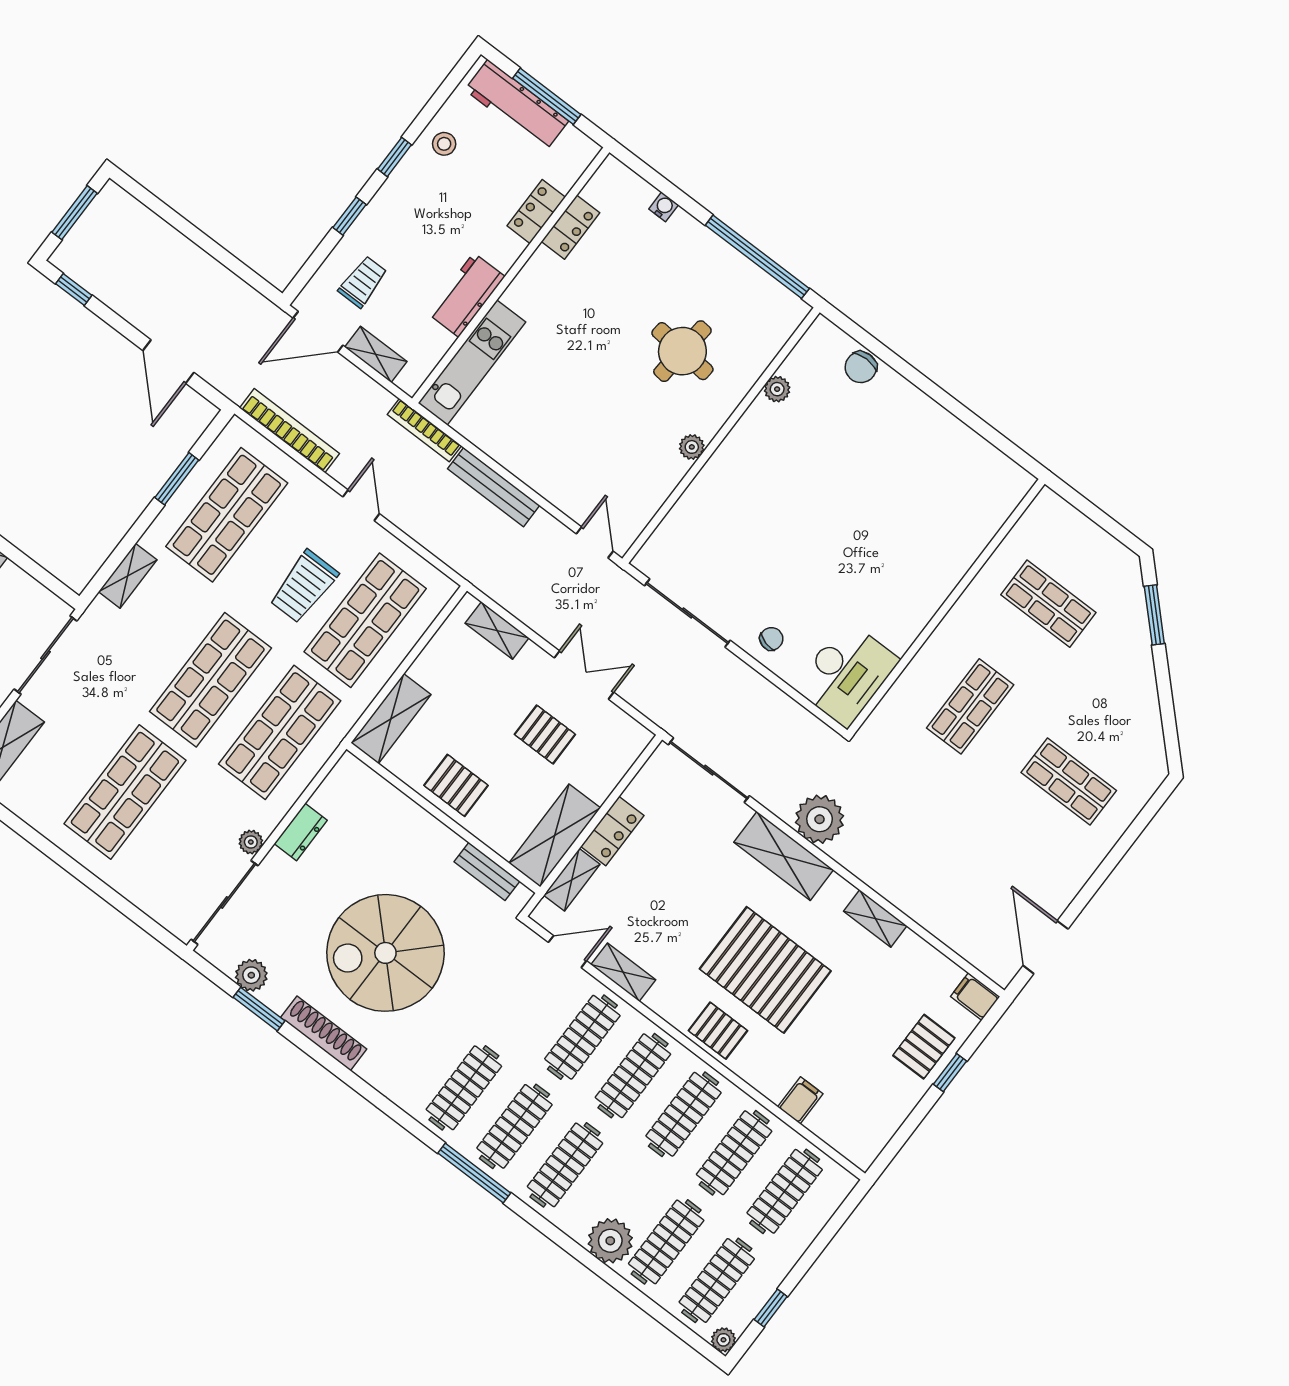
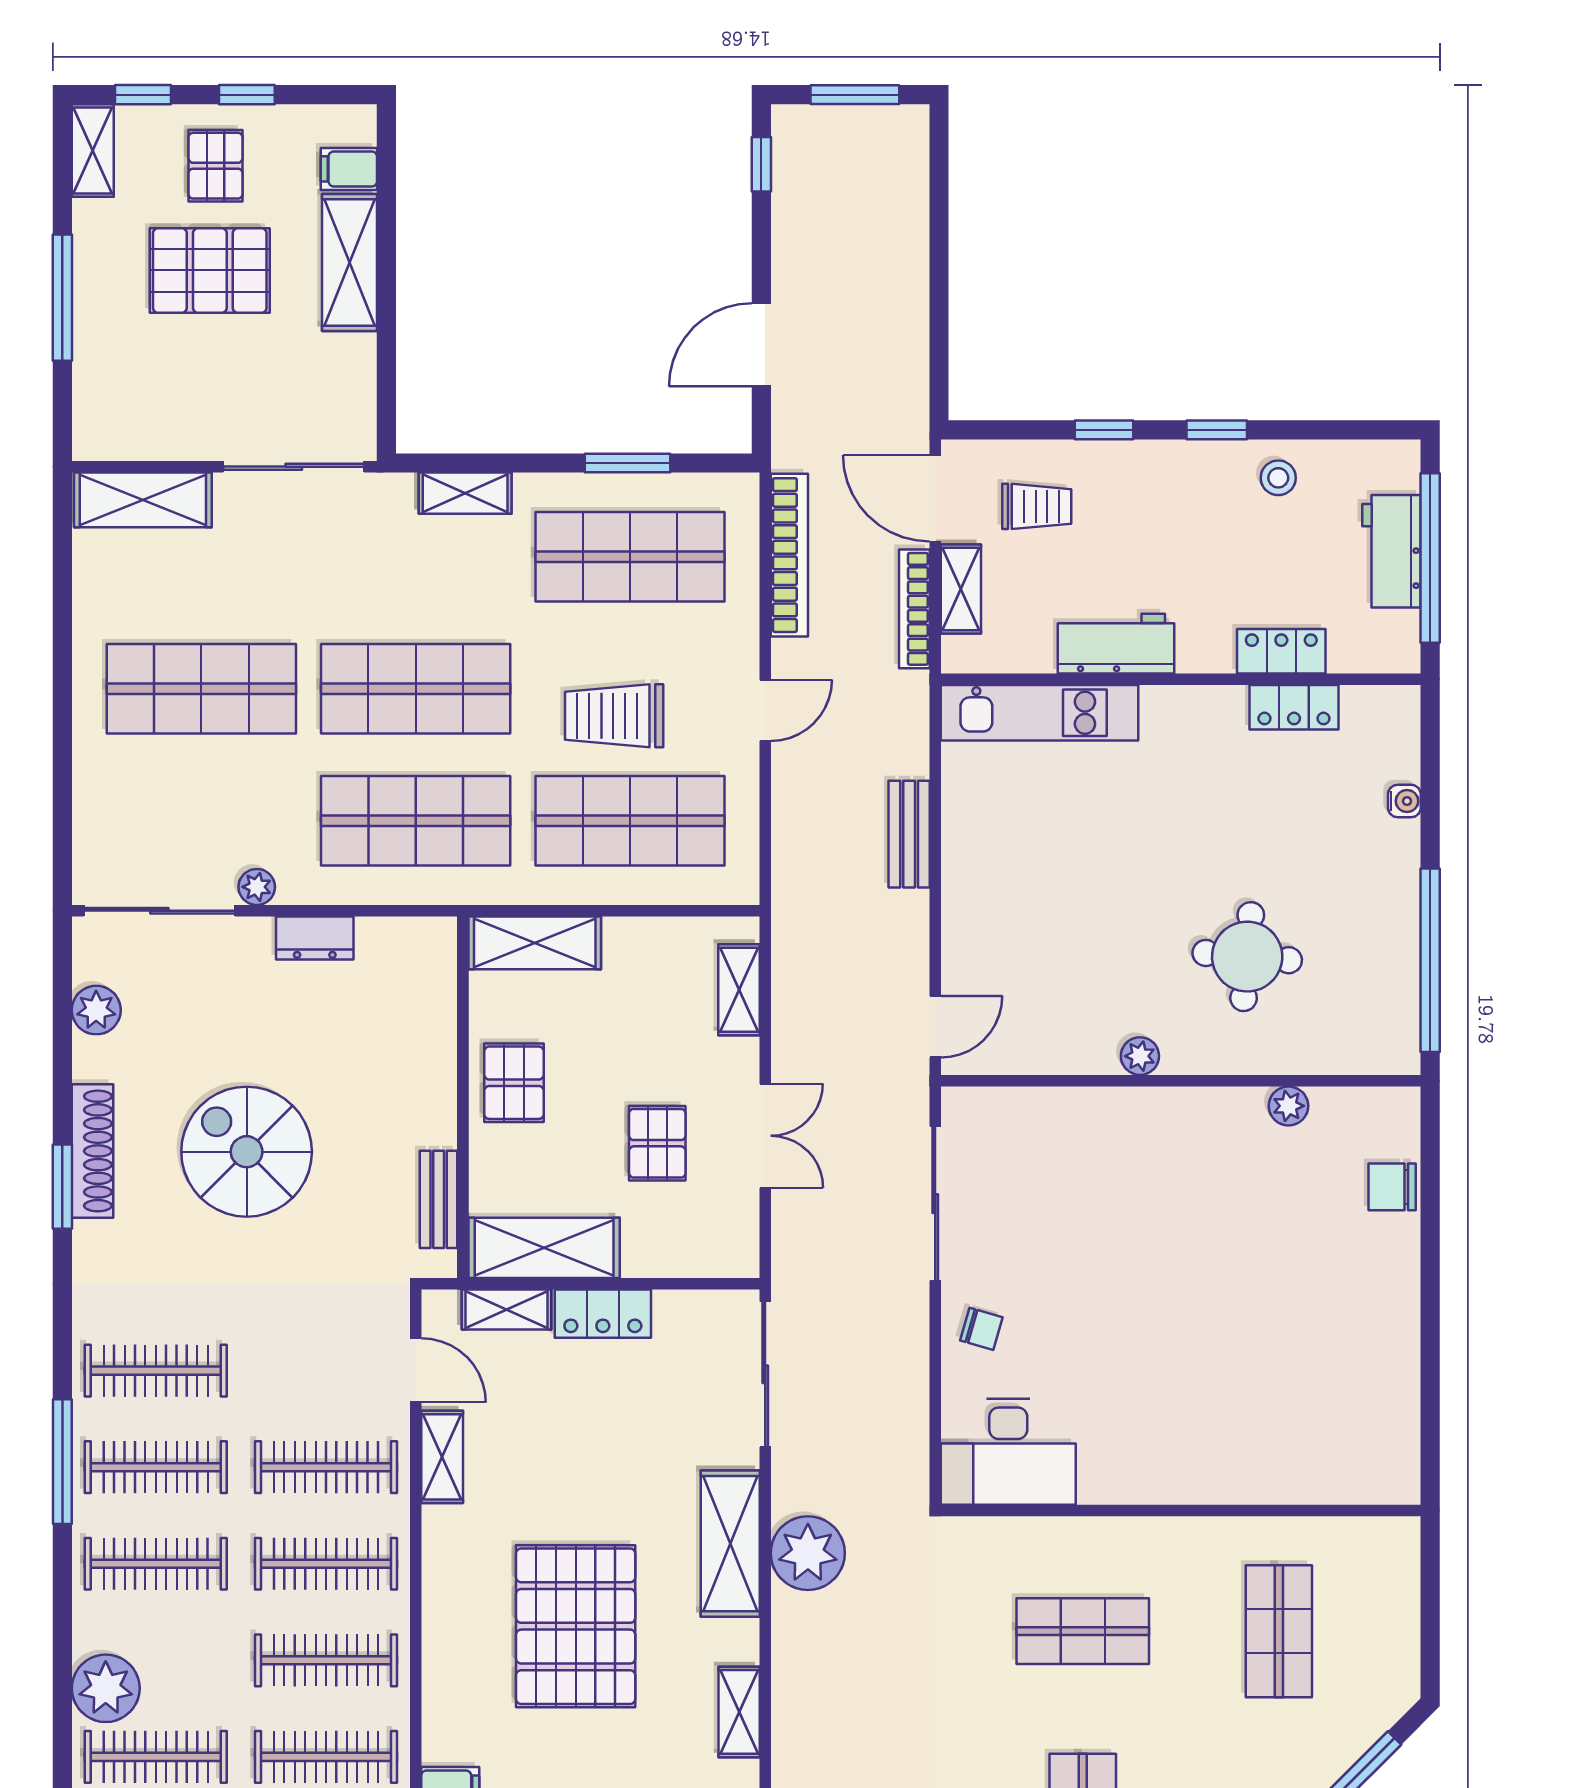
window: (547, 96) -> (1430, 558), width x1.46
workbench: (517, 105) -> (1392, 551), width x0.73
bookcase: (424, 430) -> (914, 609), moved
bench: (494, 487) -> (909, 834), width x0.73
spiral stairs: (385, 953) -> (247, 1152), width x0.73, depth x0.73
window: (259, 1009) -> (62, 1187), moved
pallet: (718, 1031) -> (459, 1625), removed

